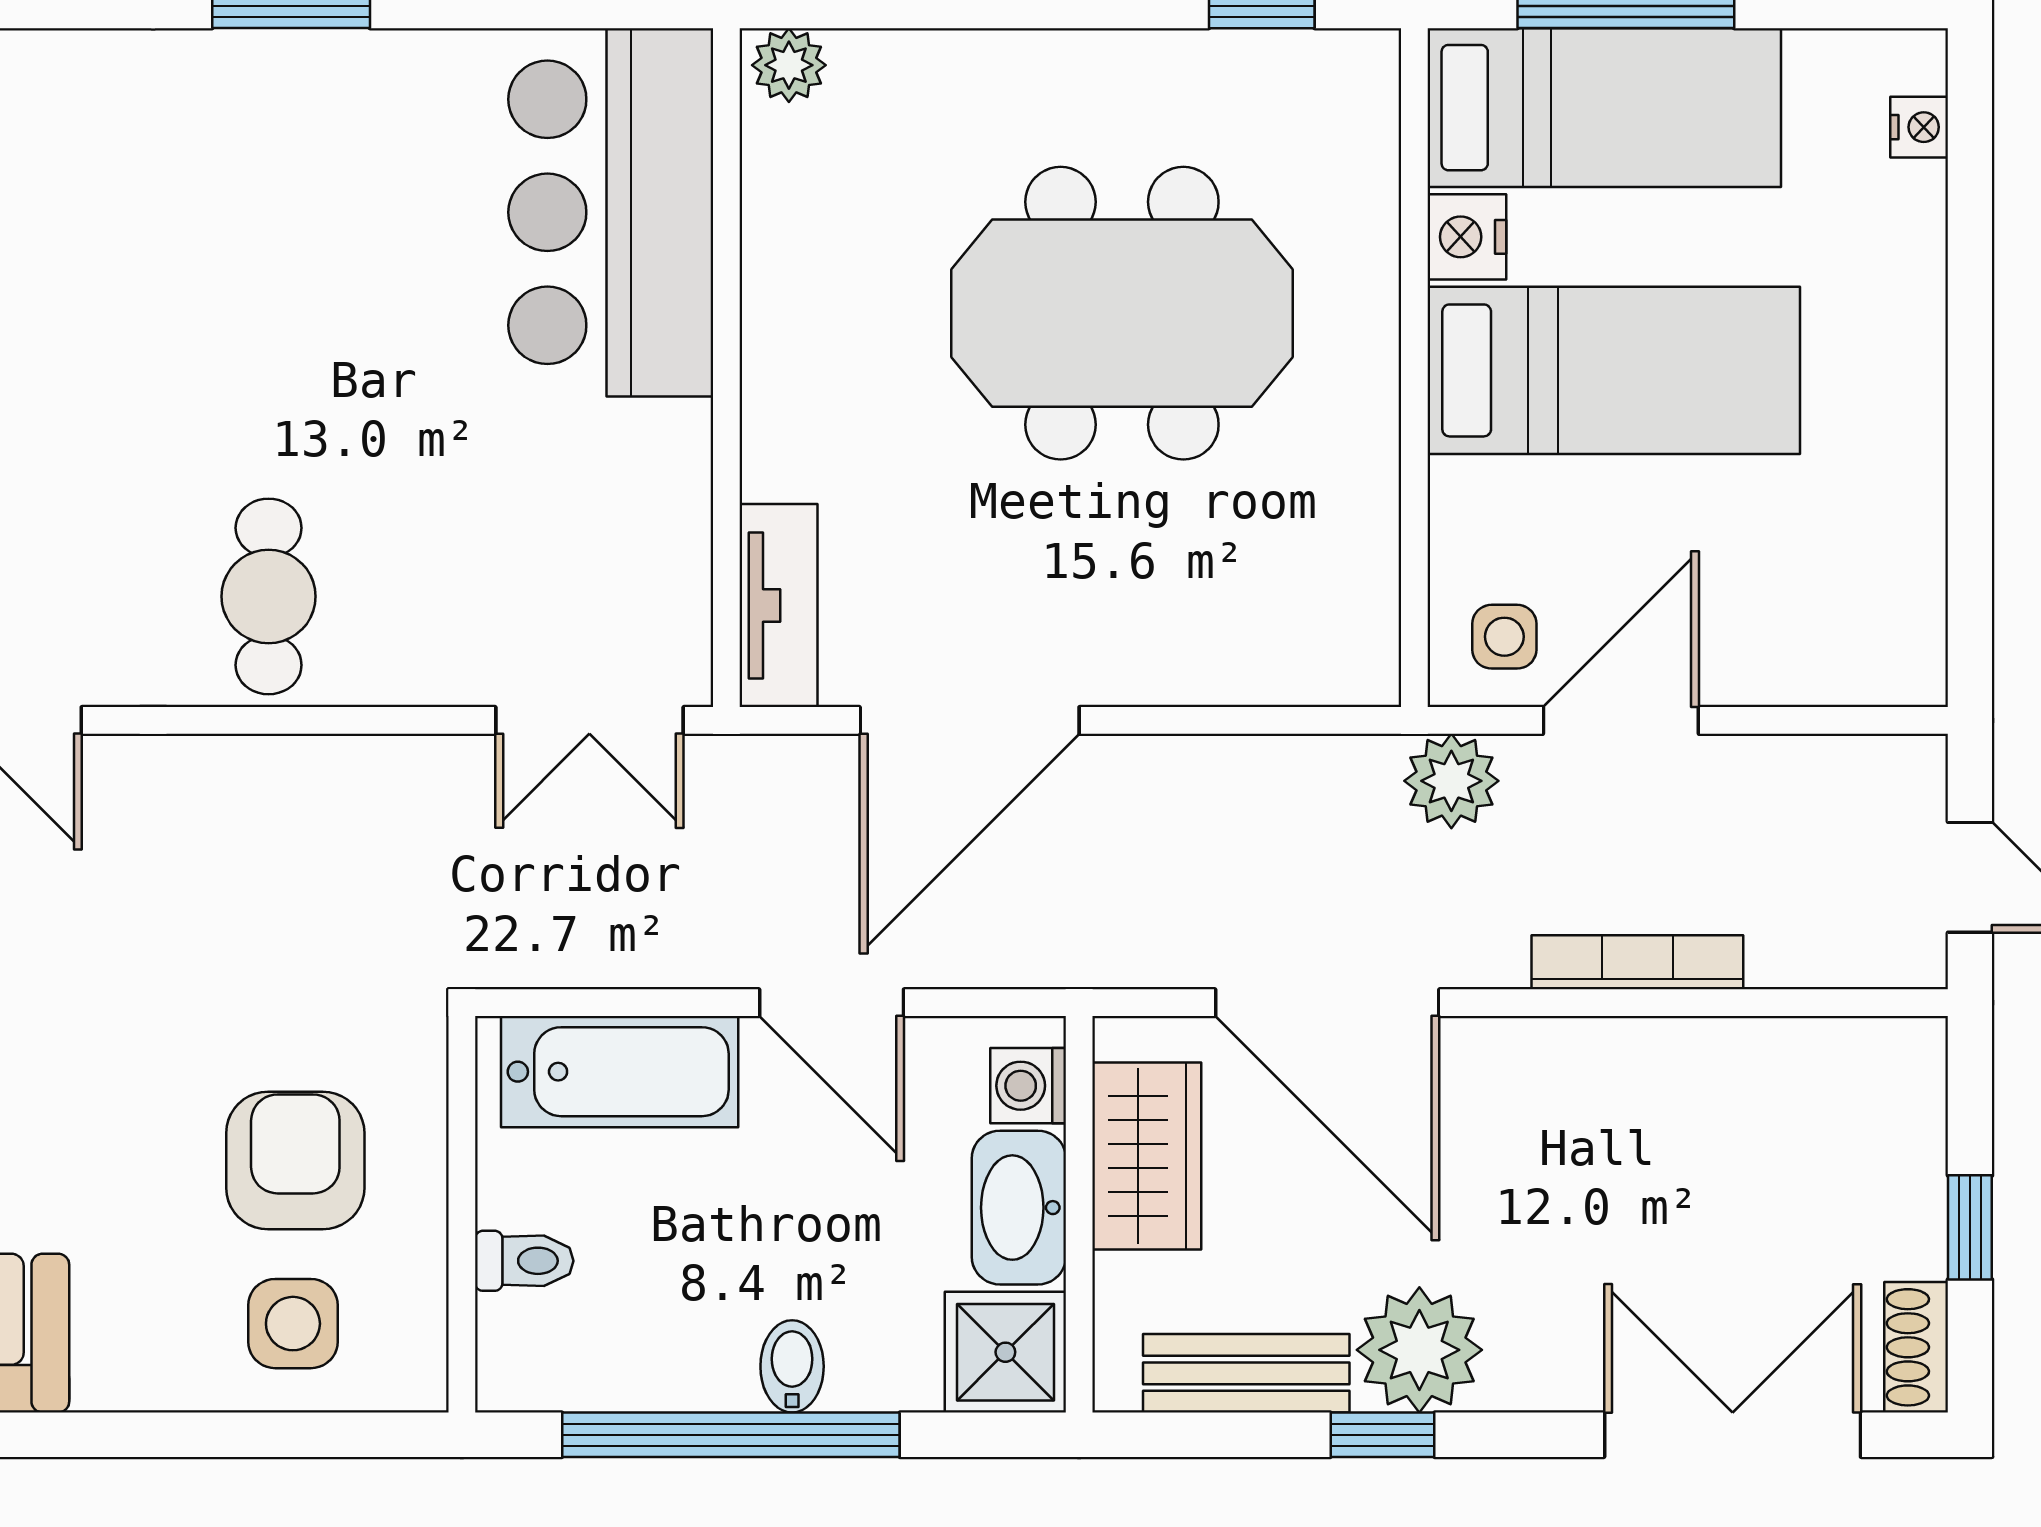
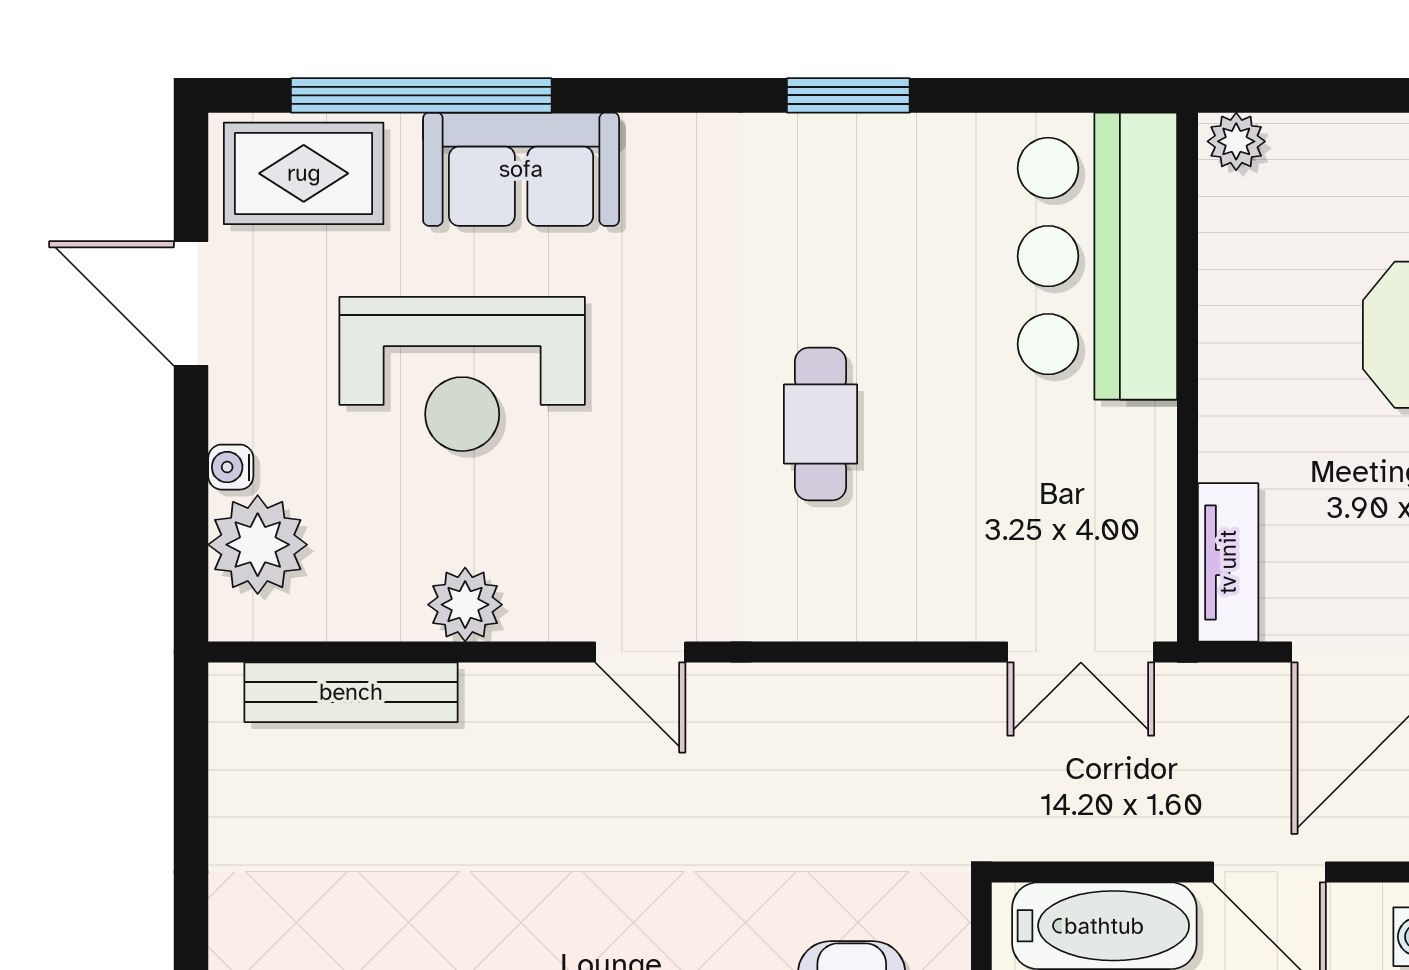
cafe table: (269, 596) -> (820, 424), moved

